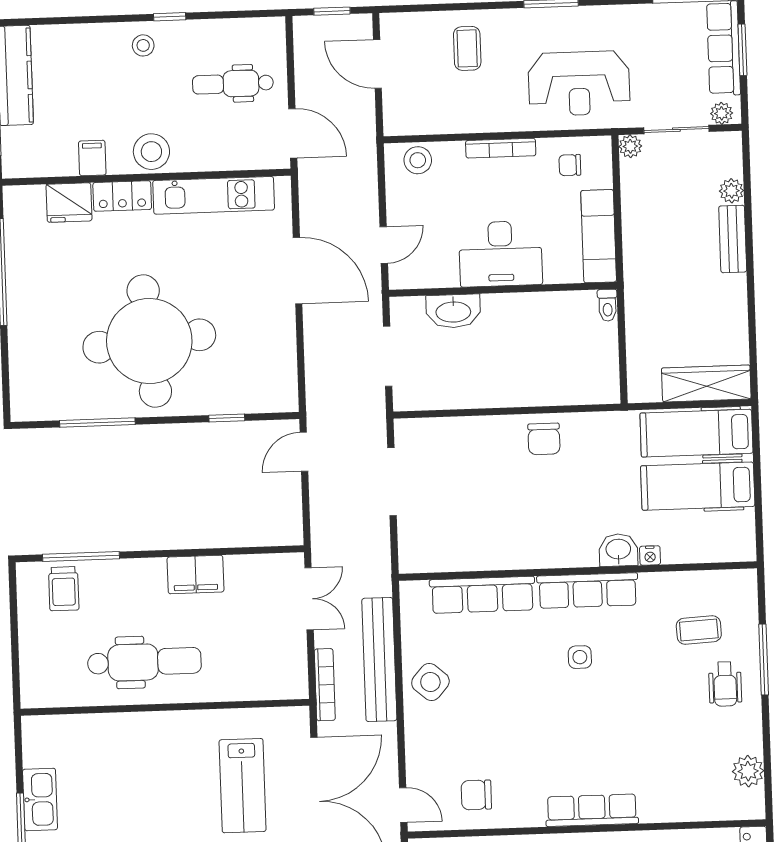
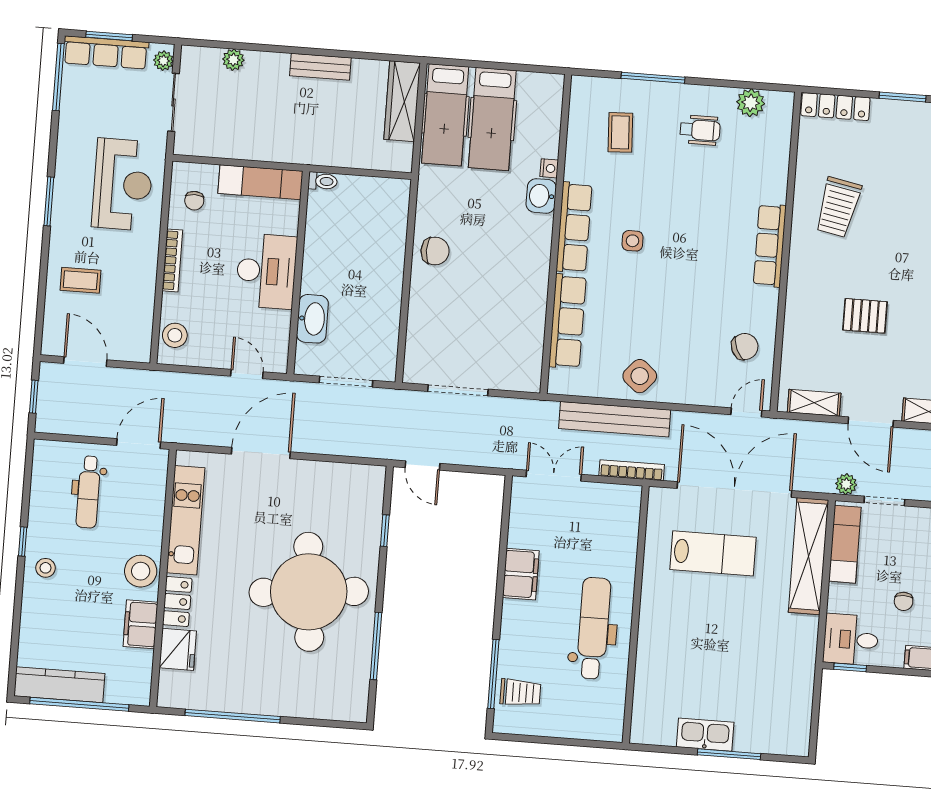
door: (377, 64) -> (85, 362), swing flipped
plant: (630, 146) -> (184, 145), removed
filing cabinet: (92, 158) -> (140, 624), width x2.00
bench: (733, 239) -> (320, 67), moved
wheelchair: (725, 684) -> (700, 130), moved
chair: (476, 795) -> (745, 347), turned -115

